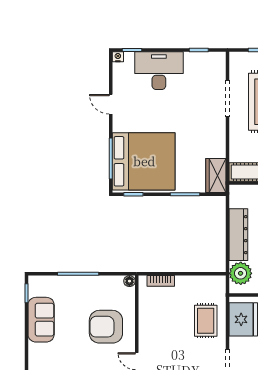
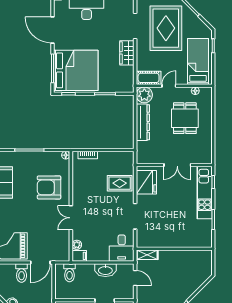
door: (111, 104) -> (52, 30), width x1.88
wardrobe: (216, 176) -> (127, 53), moved
plant: (241, 273) -> (144, 95), moved
rug: (206, 321) -> (120, 183), turned 90

